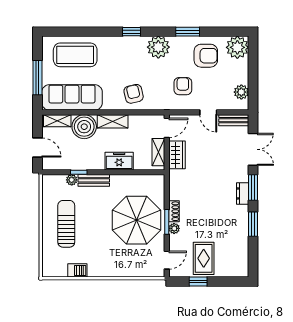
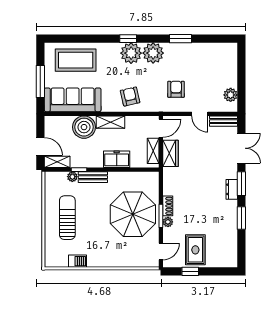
plant: (237, 47) -> (131, 53), moved
armchair: (206, 56) -> (197, 61), removed
shelving: (57, 121) -> (57, 162), moved

